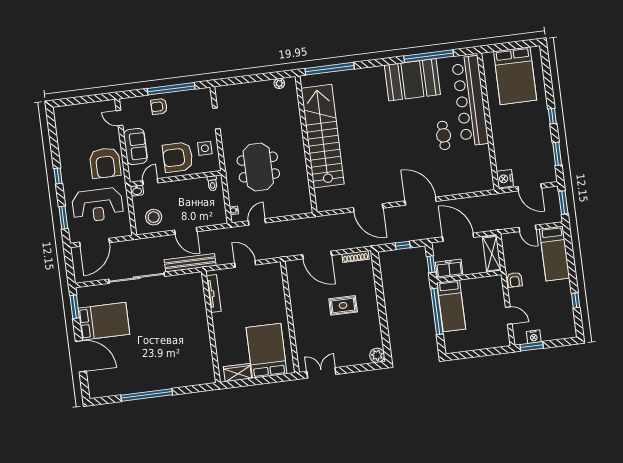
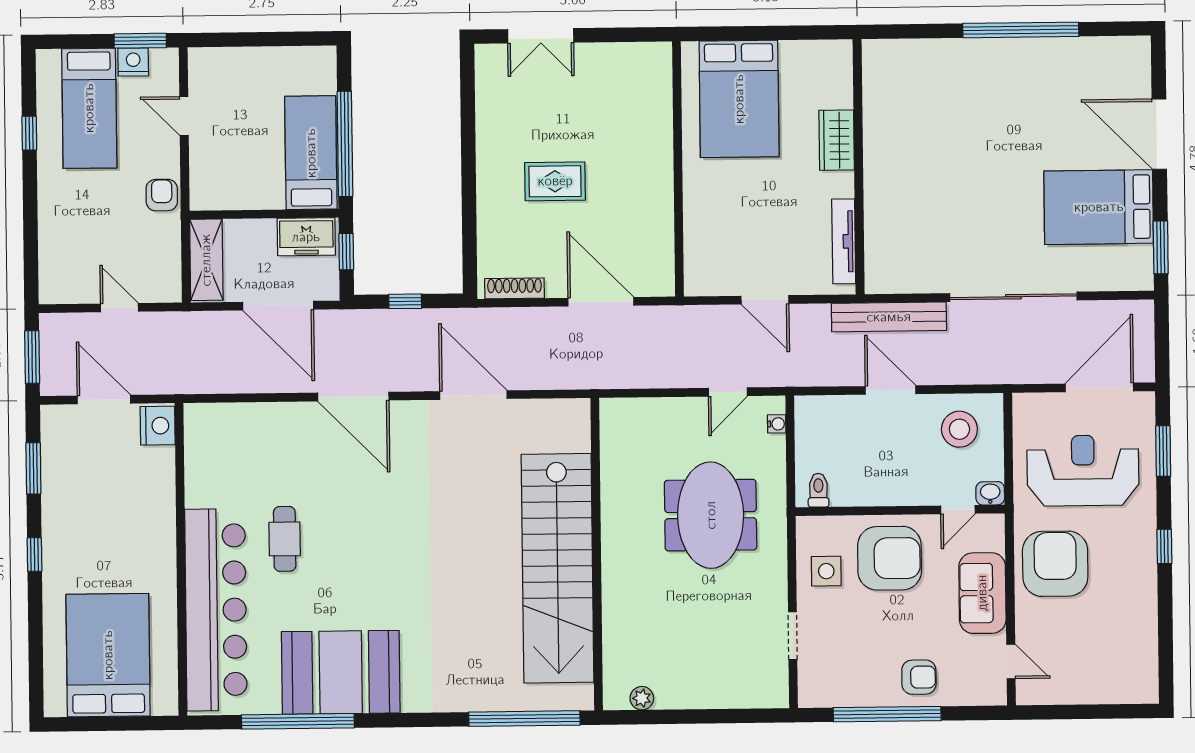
bed: (555, 253) -> (89, 108), moved, turned 180
plant: (377, 355) -> (491, 60), removed
wardrobe: (238, 373) -> (837, 140), moved, turned 90
double door: (321, 373) -> (541, 36), moved

